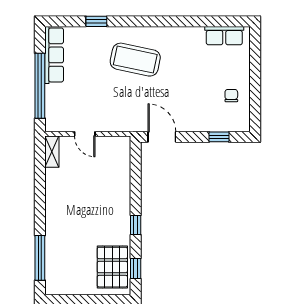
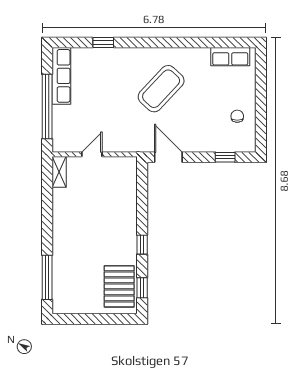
coffee table: (135, 60) -> (161, 89), moved, turned -59
door: (85, 134) -> (92, 154), swing flipped

